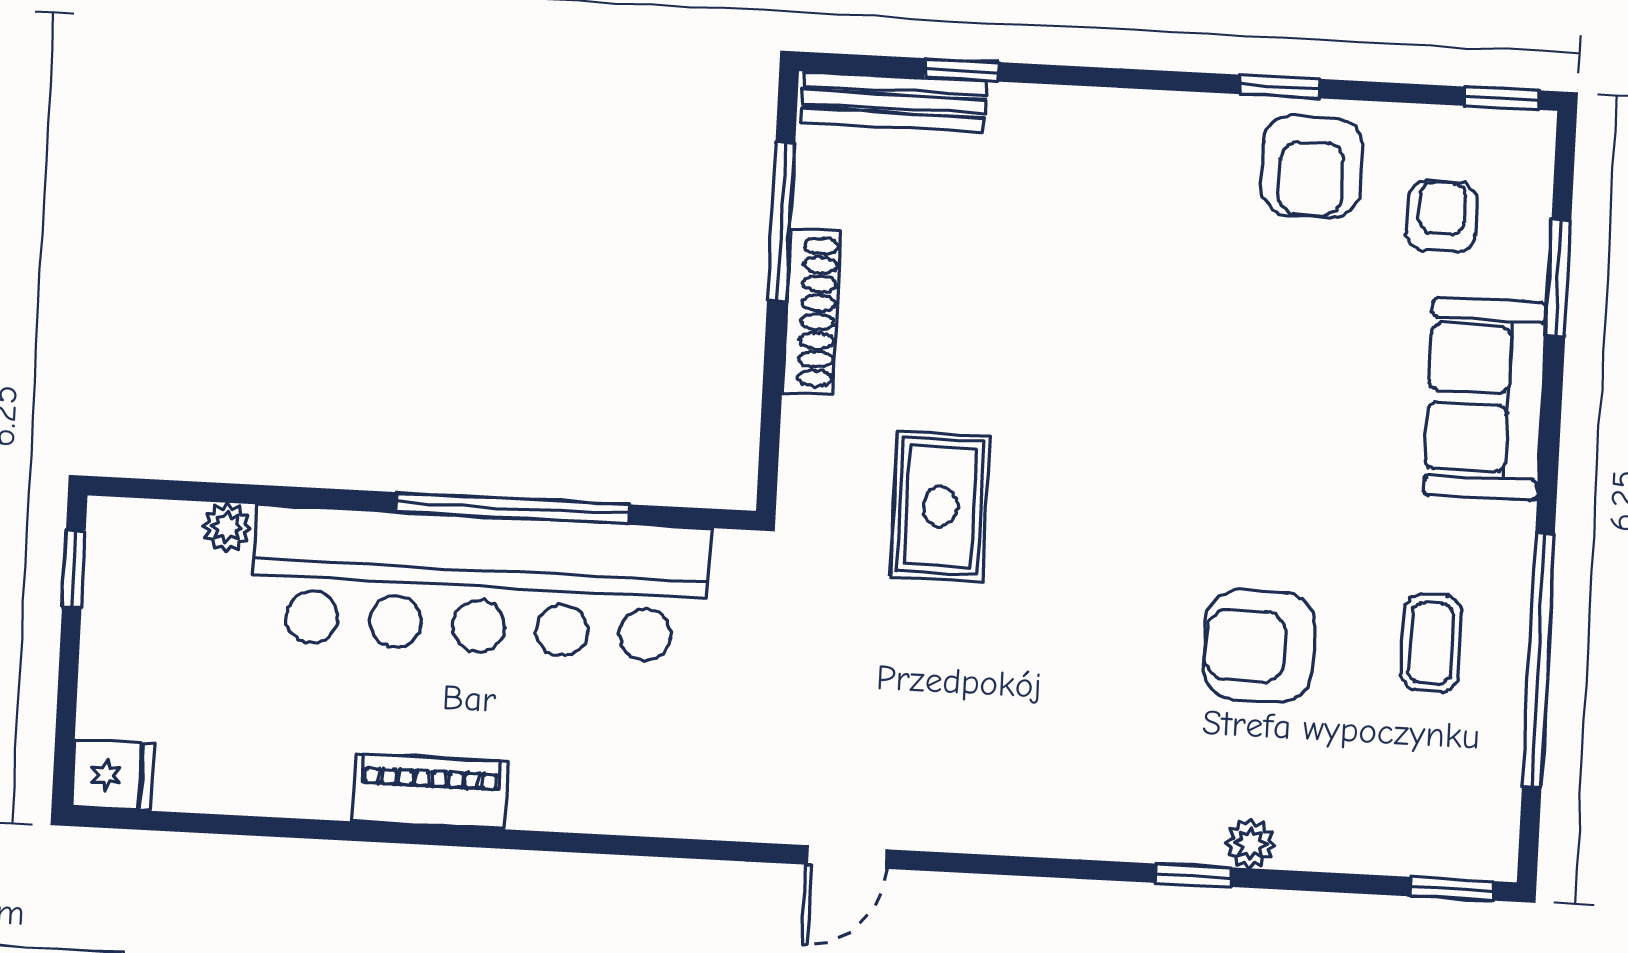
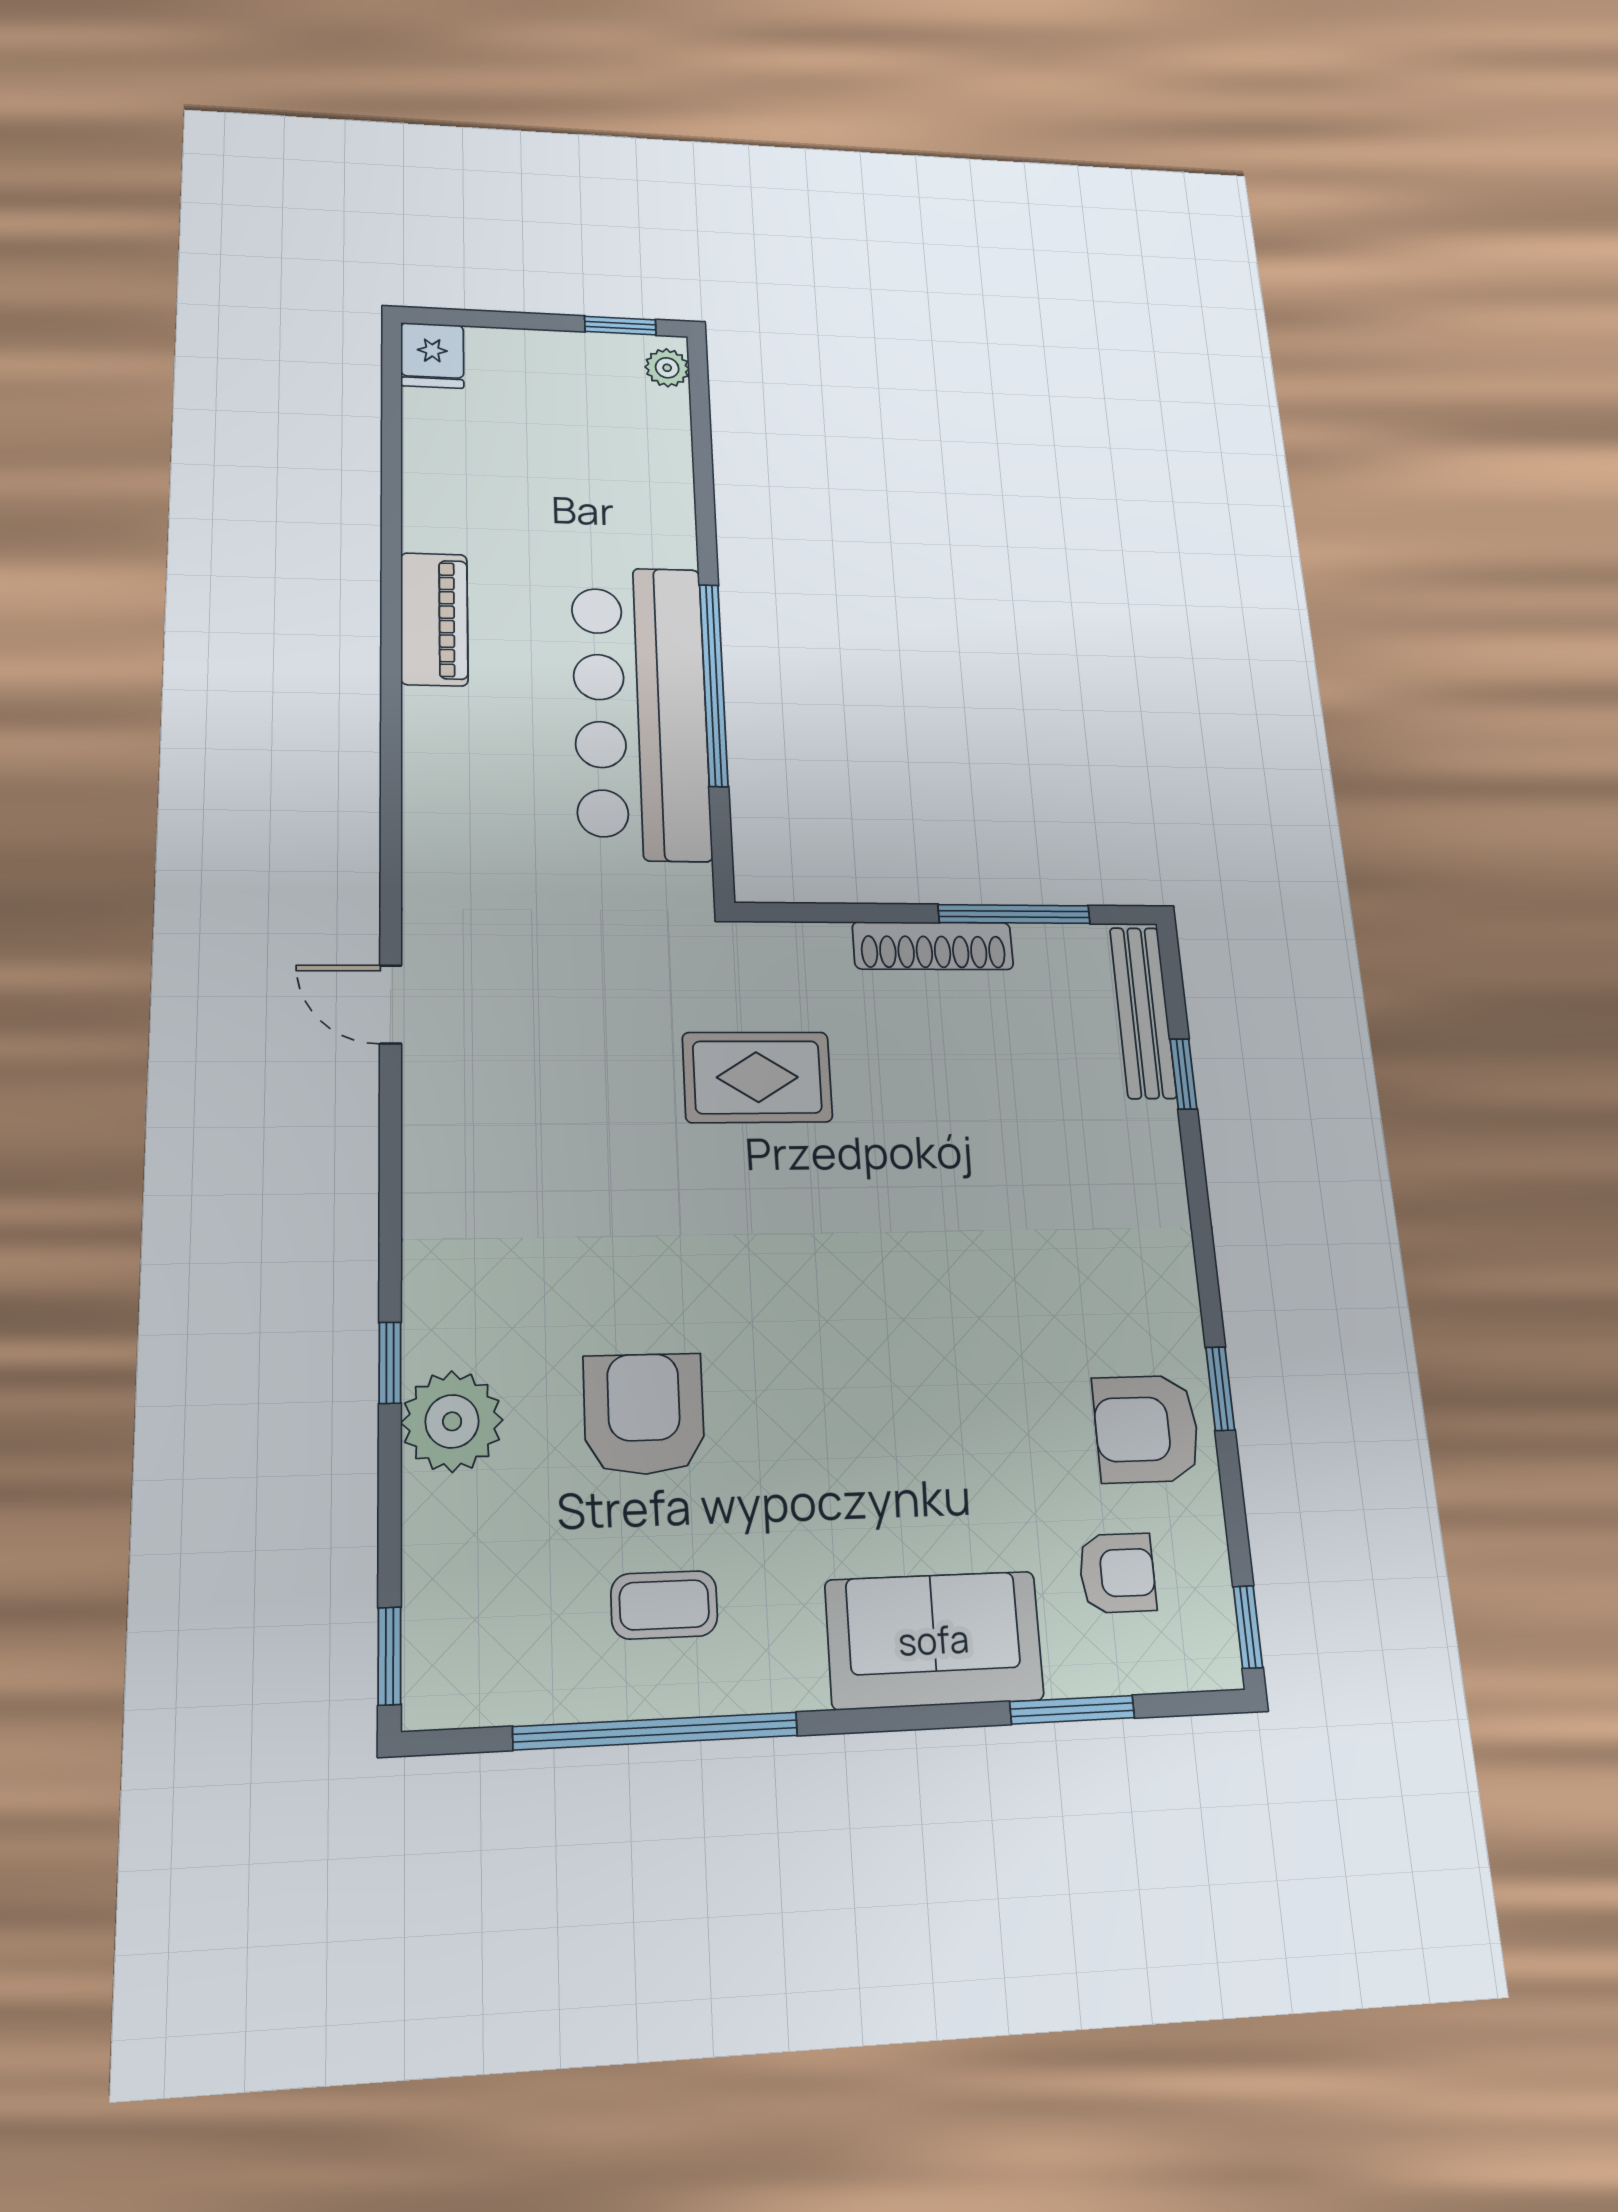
plant: (227, 527) -> (667, 368), moved
bar counter: (481, 584) -> (641, 712), width x0.73
plant: (1250, 844) -> (452, 1421), width x1.88, depth x1.88

